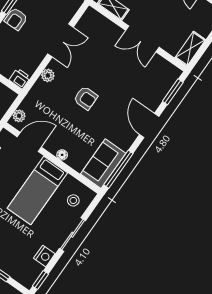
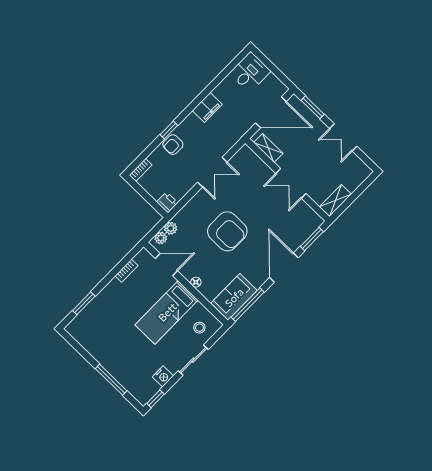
plant: (48, 75) -> (171, 228), moved
armchair: (86, 98) -> (227, 231), width x1.88, depth x1.88
door: (149, 125) -> (284, 268), width x1.36

